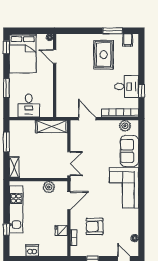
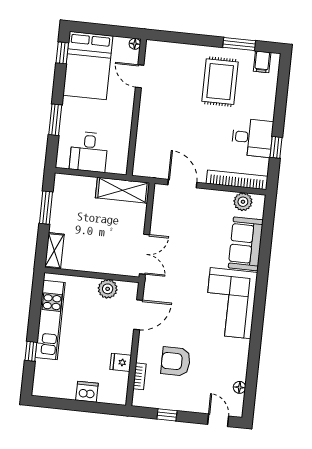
dishwasher: (32, 250) -> (87, 392), moved

